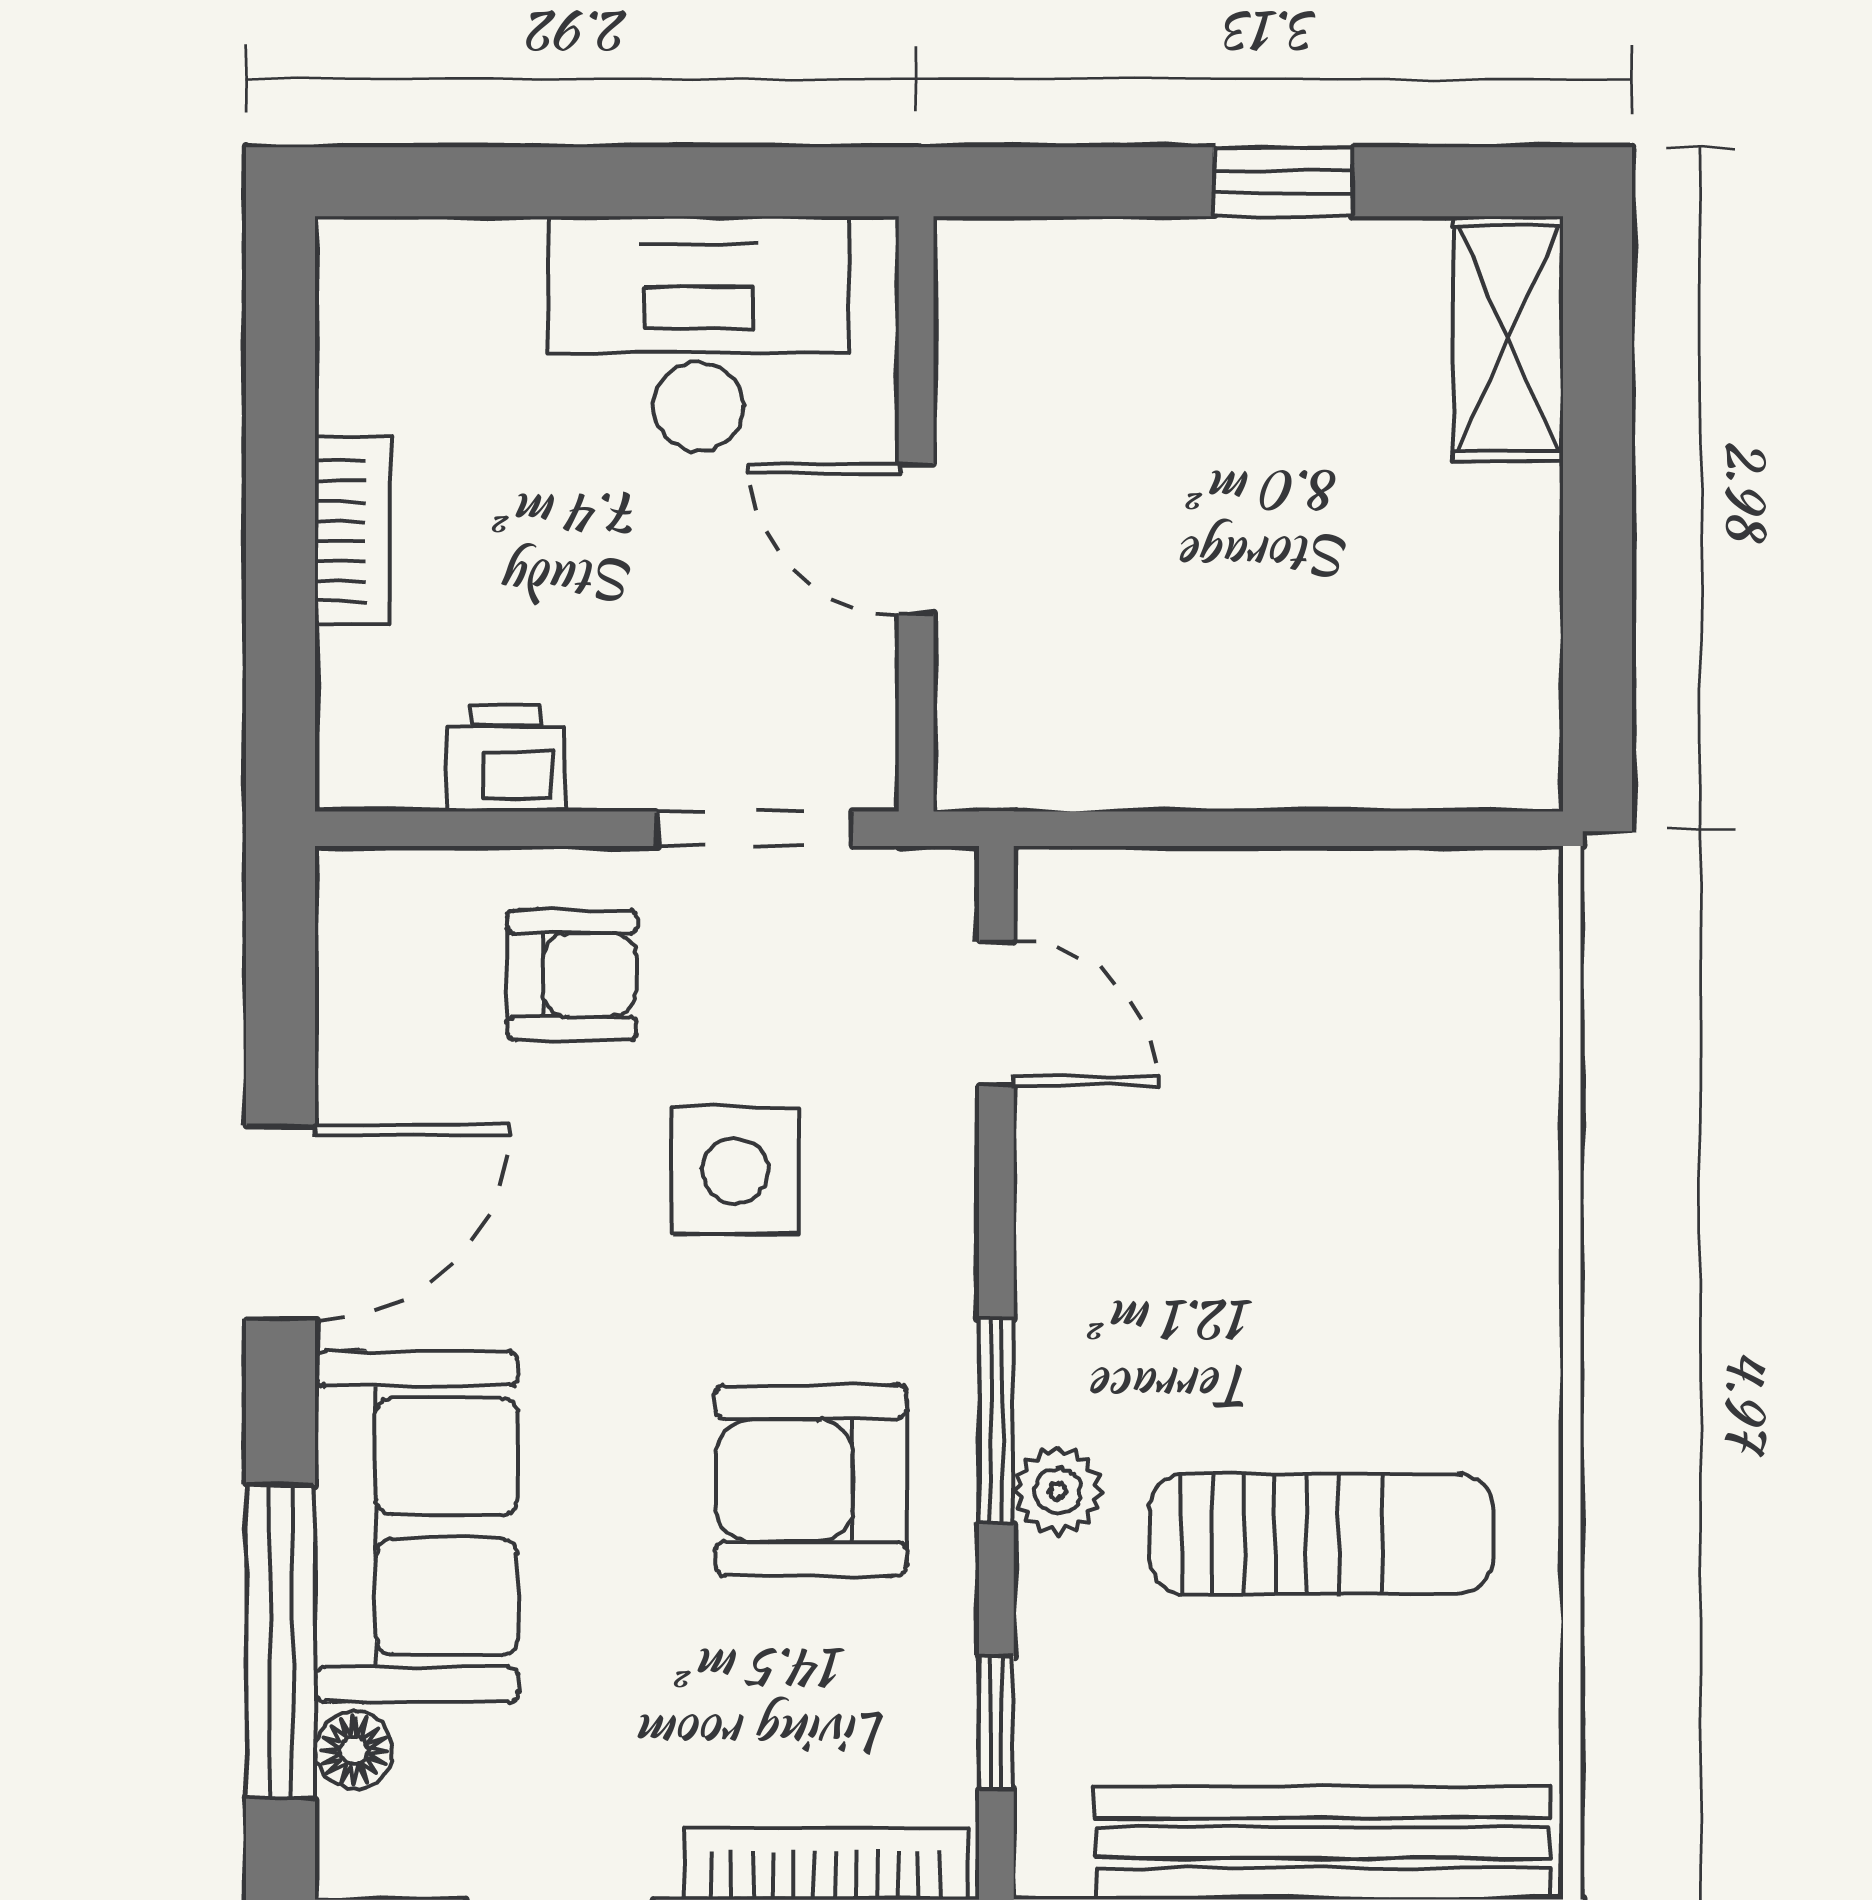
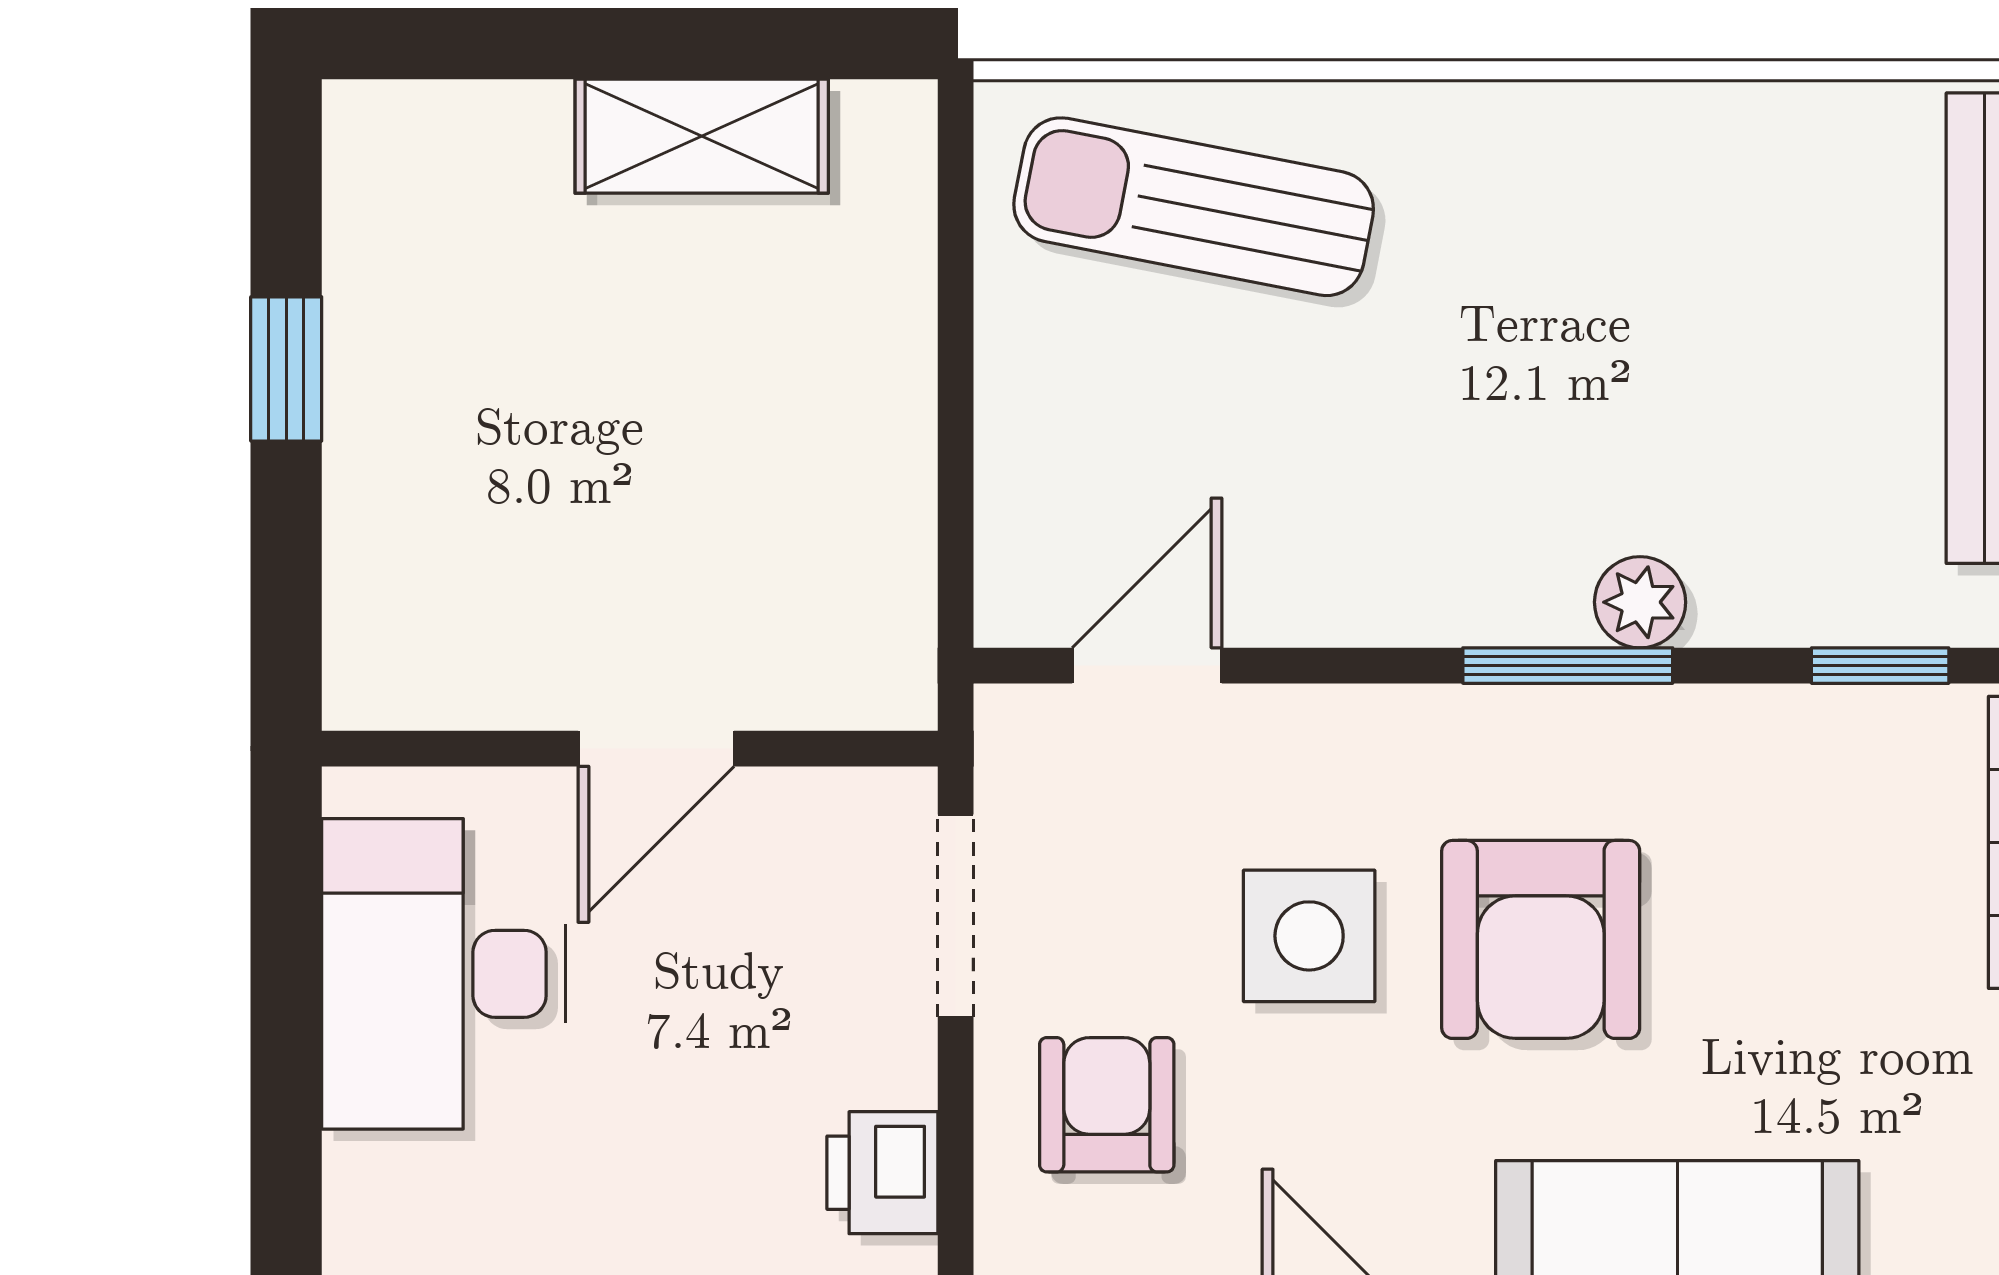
shelving: (1508, 338) -> (702, 136), moved
armchair: (811, 1480) -> (1541, 939), moved
sun lounger: (1321, 1534) -> (1194, 207), moved, turned -79

